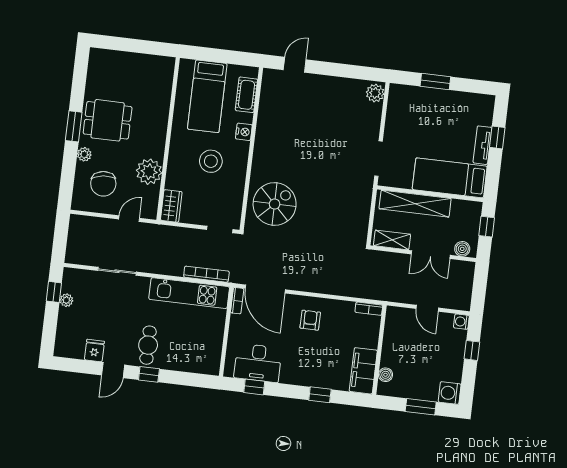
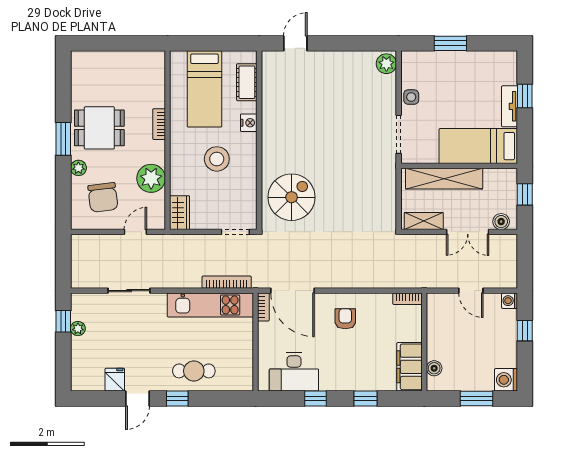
bookcase: (162, 123) -> (159, 124), added
side table: (394, 126) -> (411, 97), added
cafe table: (148, 345) -> (194, 371), moved, turned 90
window: (254, 387) -> (315, 398), moved

